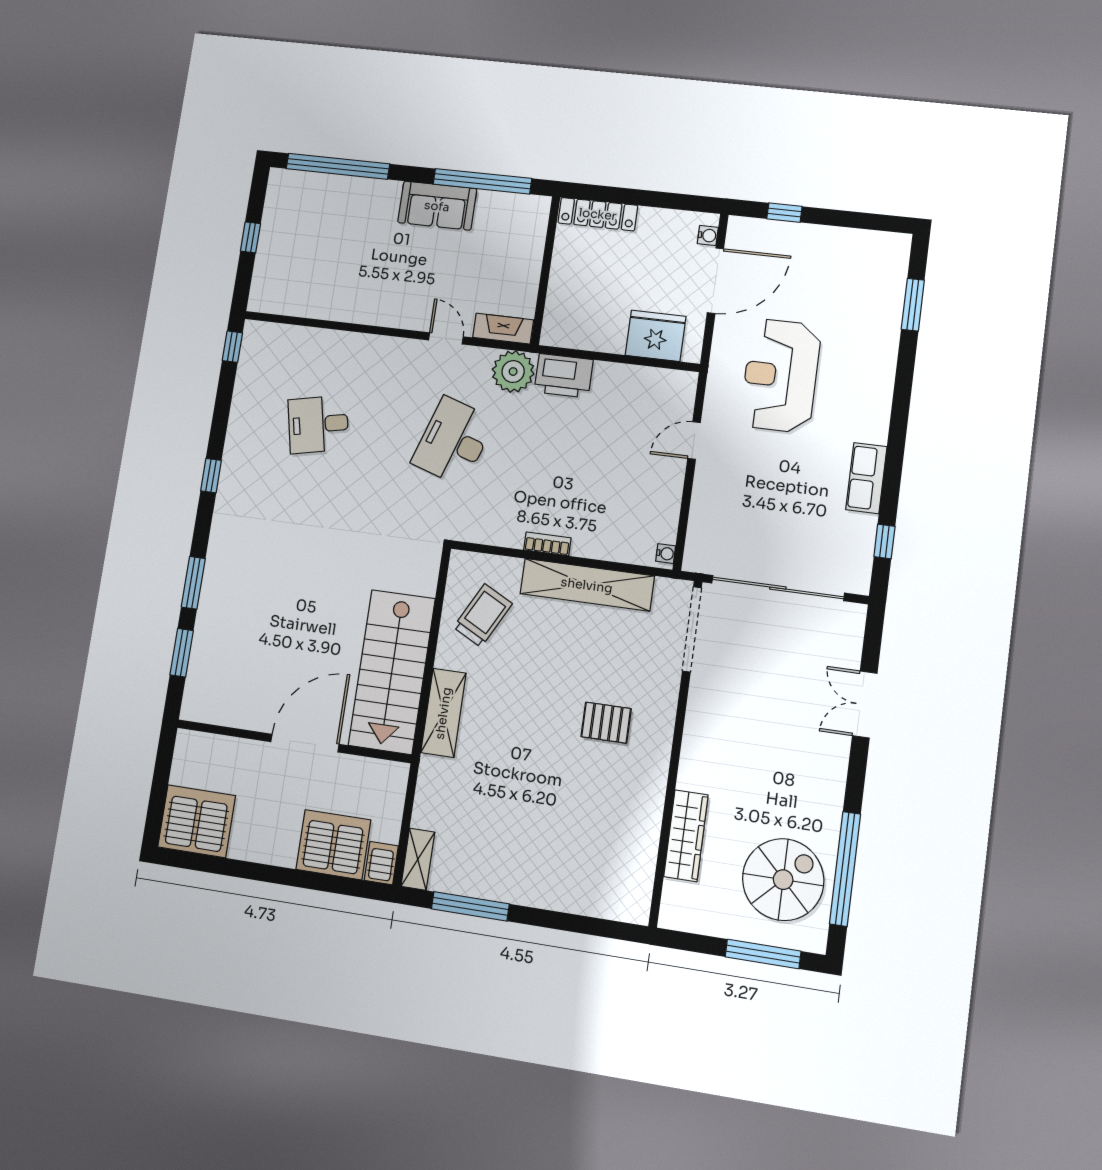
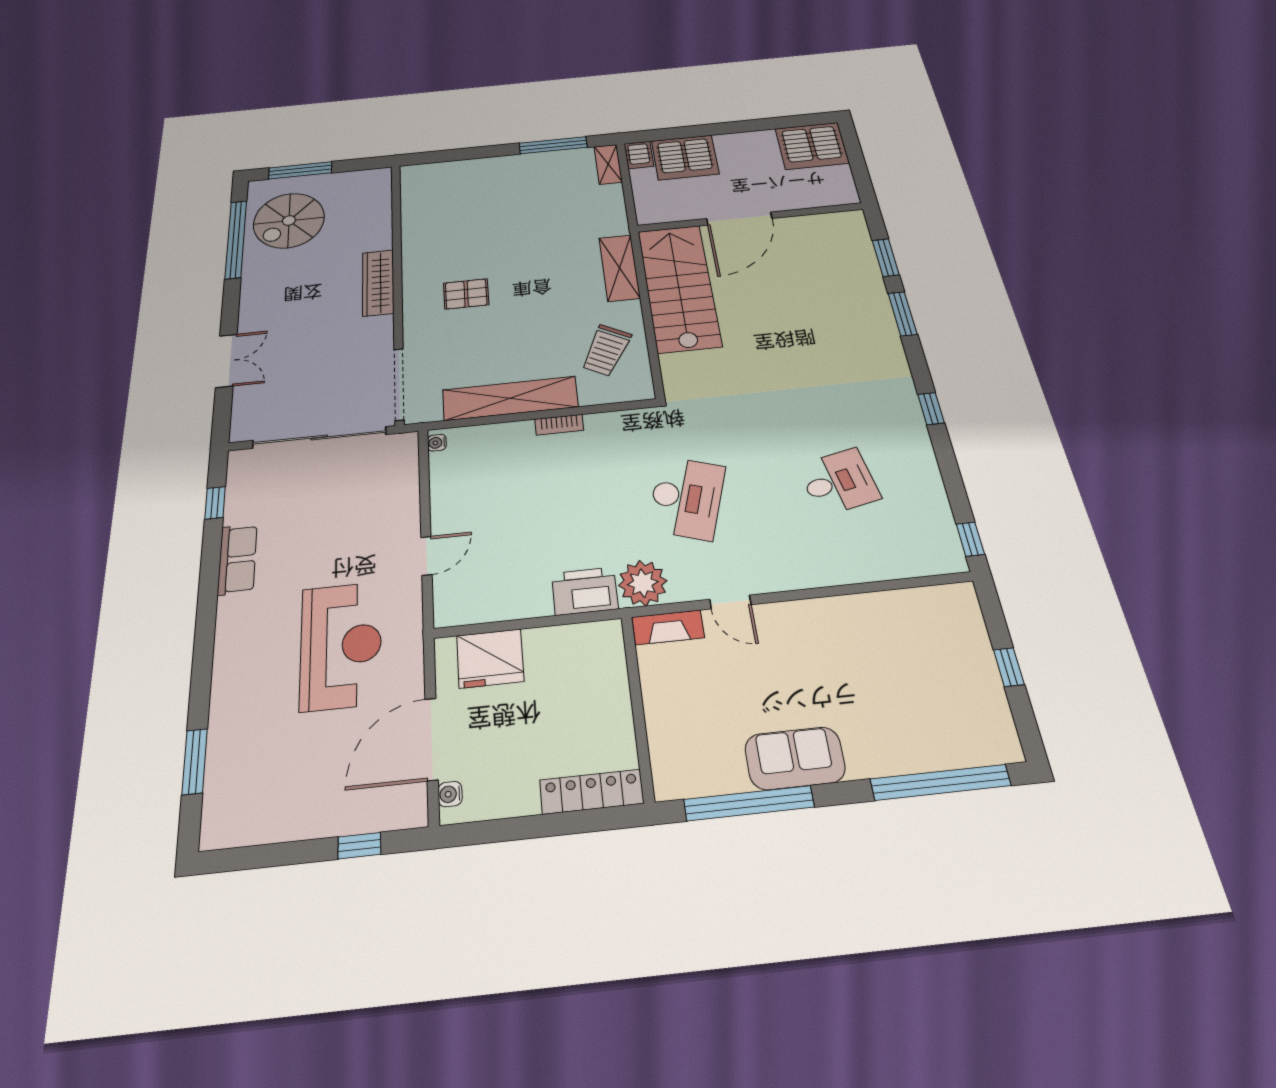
wardrobe: (686, 836) -> (378, 283), moved

